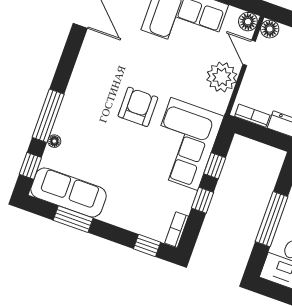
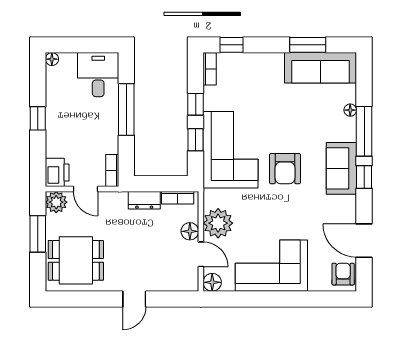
floor lamp: (270, 29) -> (190, 231), moved
sofa: (83, 88) -> (341, 168), added
window: (30, 166) -> (364, 177), moved

